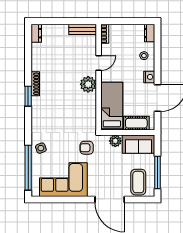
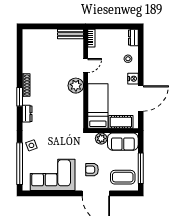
dresser: (36, 33) -> (27, 114), moved
armchair: (87, 148) -> (92, 170), moved
coffee table: (138, 182) -> (123, 177), turned 90

